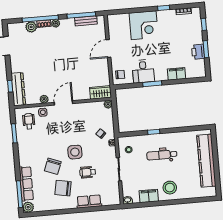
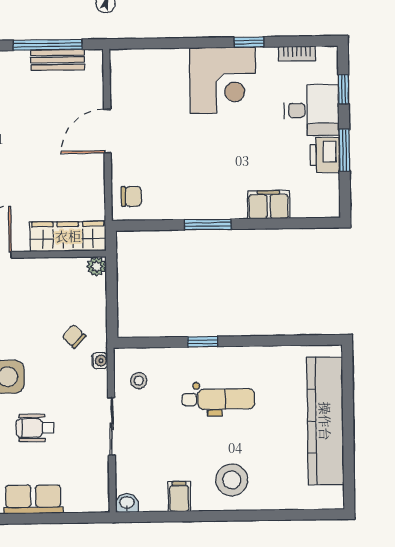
corner desk: (144, 25) -> (223, 80), moved
desk: (143, 71) -> (312, 110), moved, turned -90
wardrobe: (101, 92) -> (68, 236), width x1.50
dental chair: (162, 155) -> (218, 399), turned 180
filing cabinet: (149, 196) -> (179, 497), width x0.50

